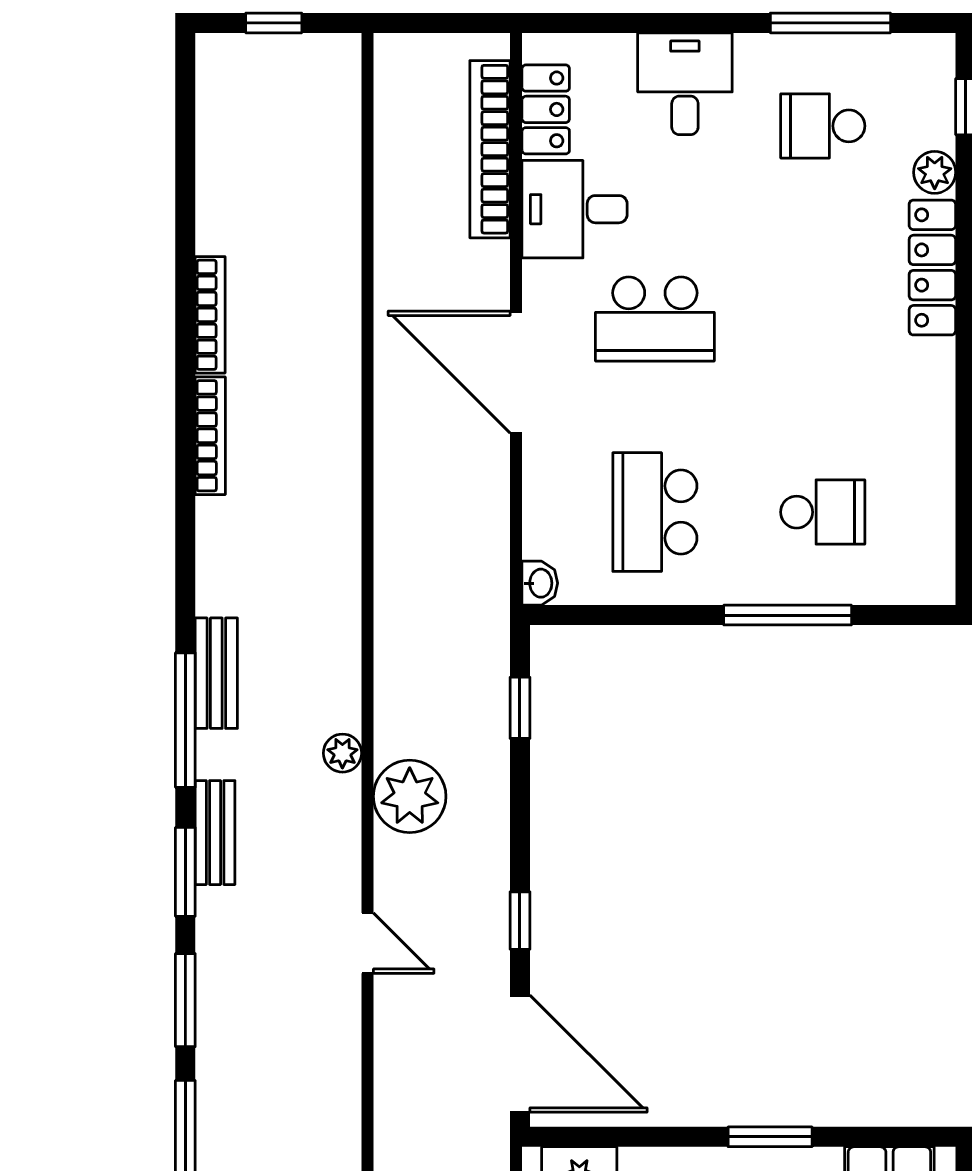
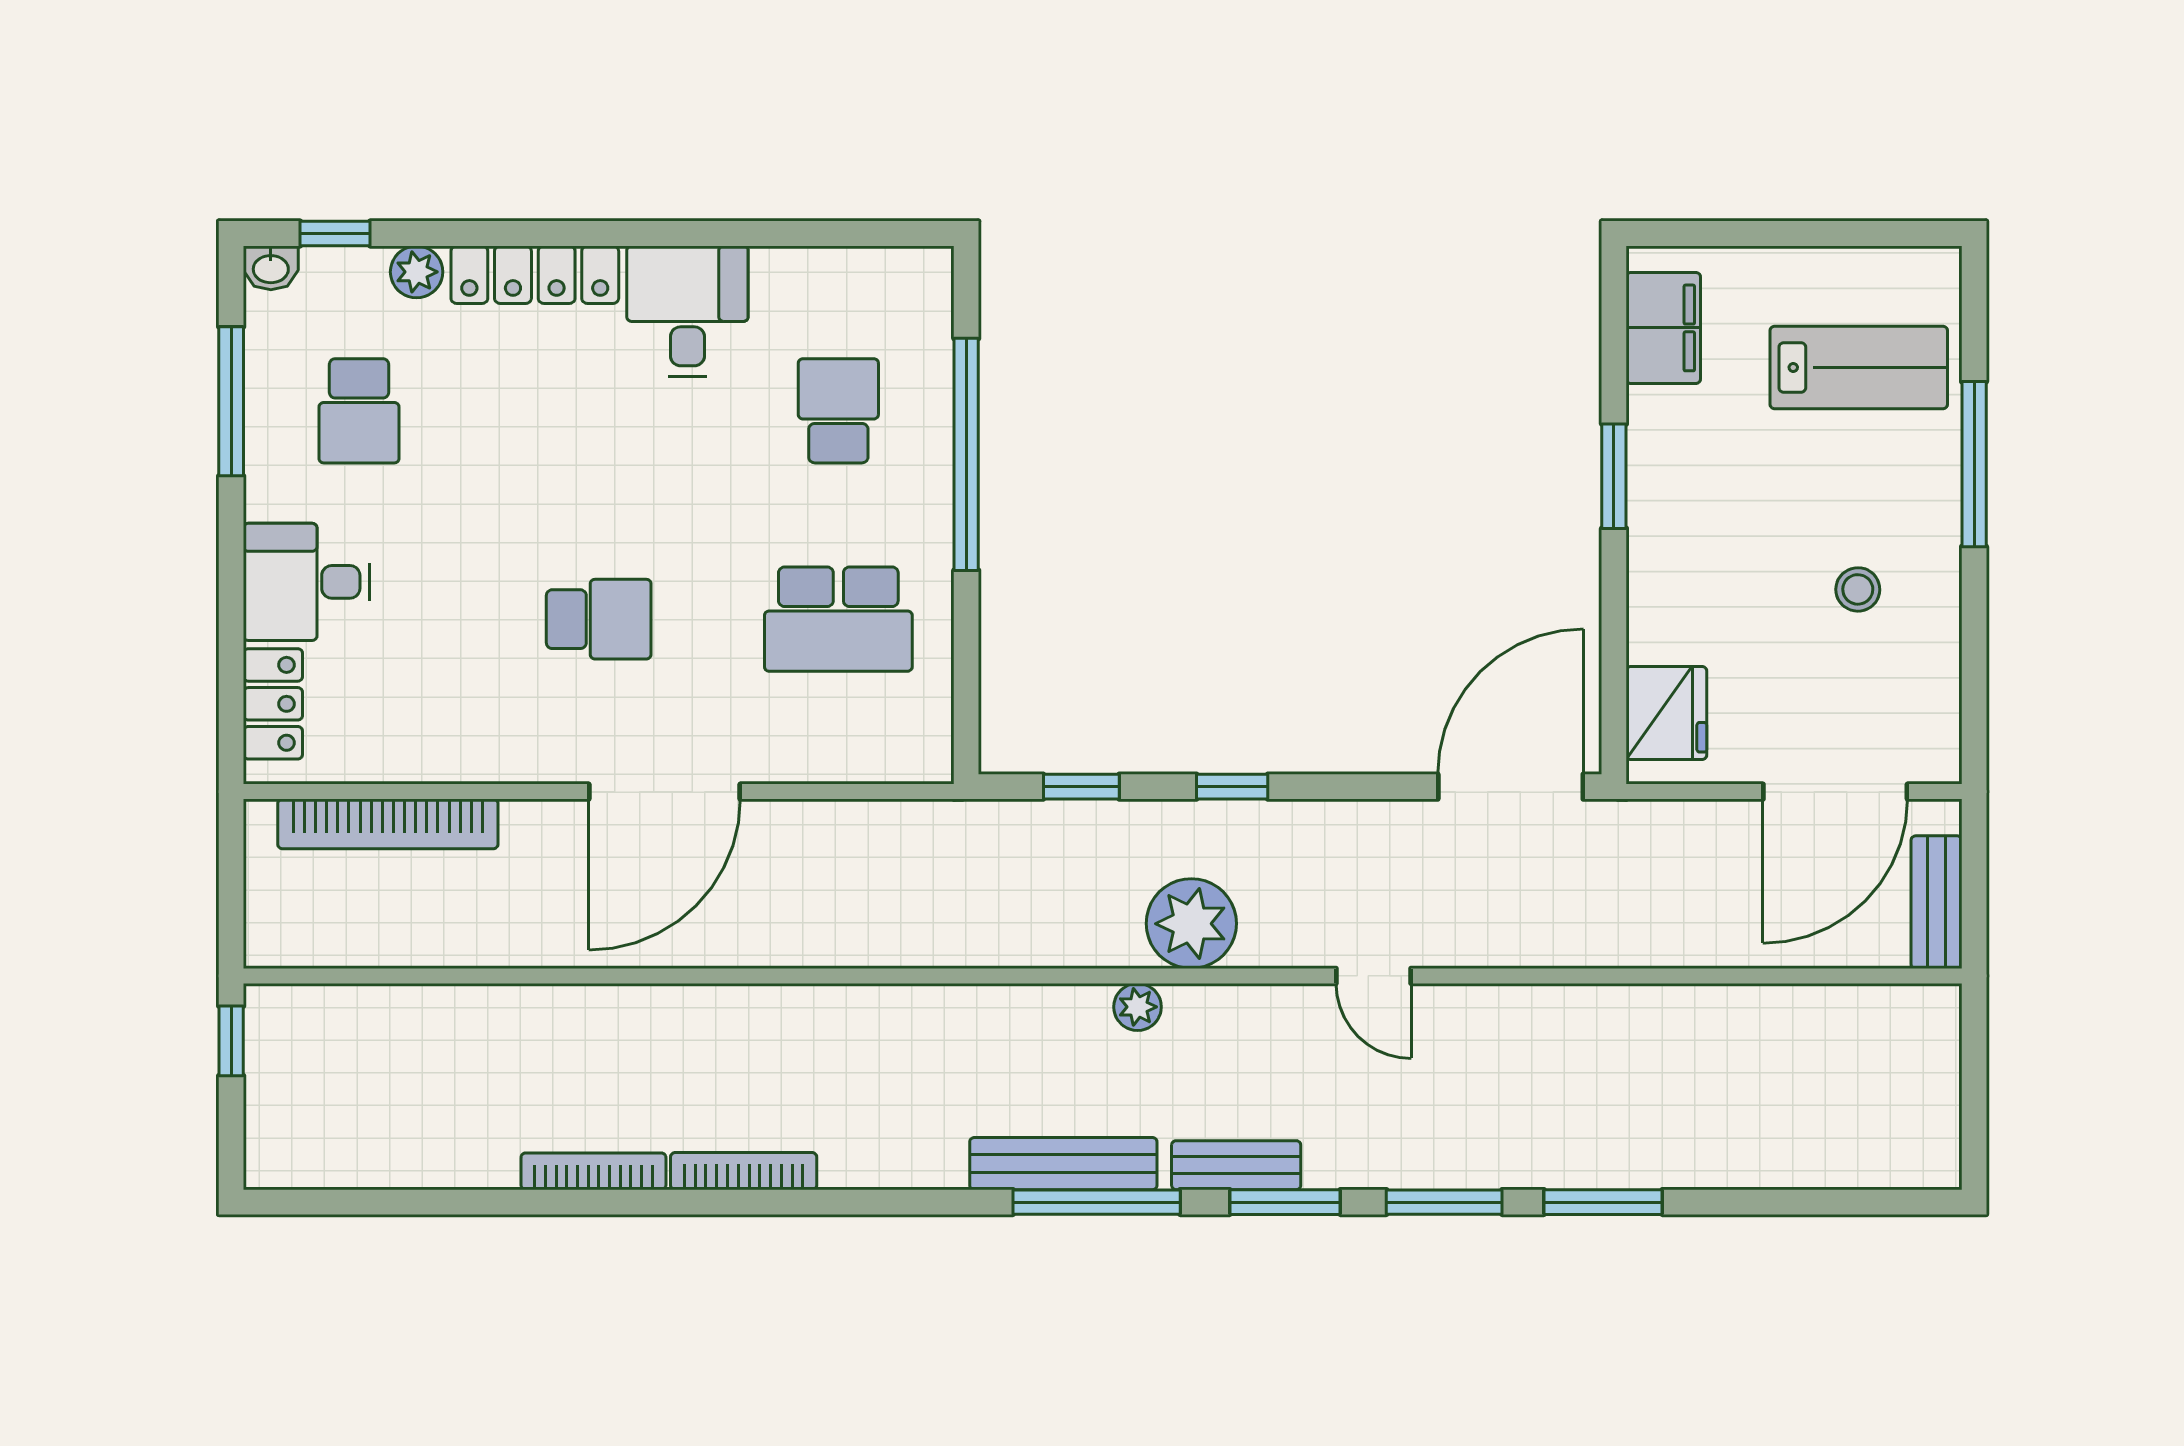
window: (274, 23) -> (231, 1041), moved
locker: (546, 109) -> (273, 704), moved, turned 90
desk: (575, 209) -> (687, 311), moved, turned 180
school desk: (655, 319) -> (599, 619), width x0.54
washbasin: (540, 583) -> (271, 268), moved, turned 180
window: (788, 615) -> (966, 454), width x1.46
bench: (216, 673) -> (1063, 1164), width x1.36
window: (520, 921) -> (1232, 787), moved
door: (368, 943) -> (1373, 976), swing flipped

